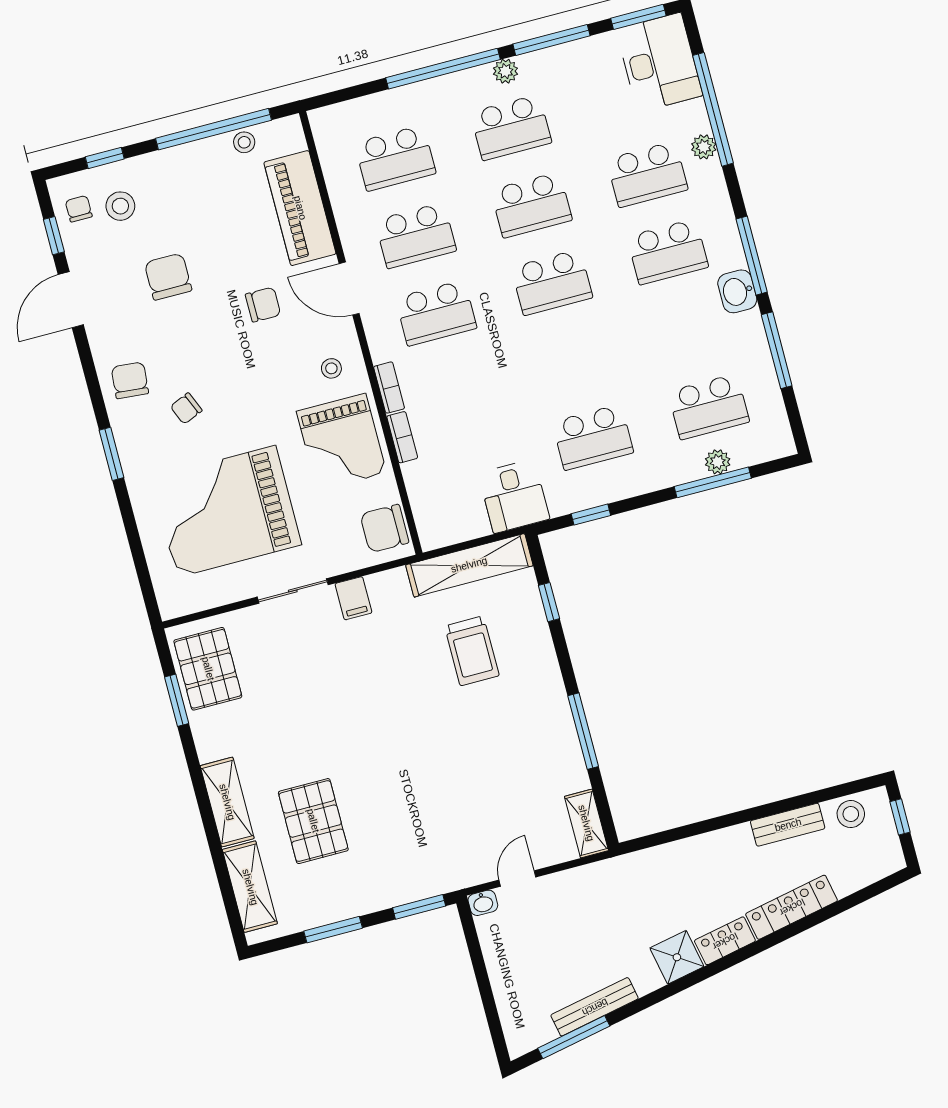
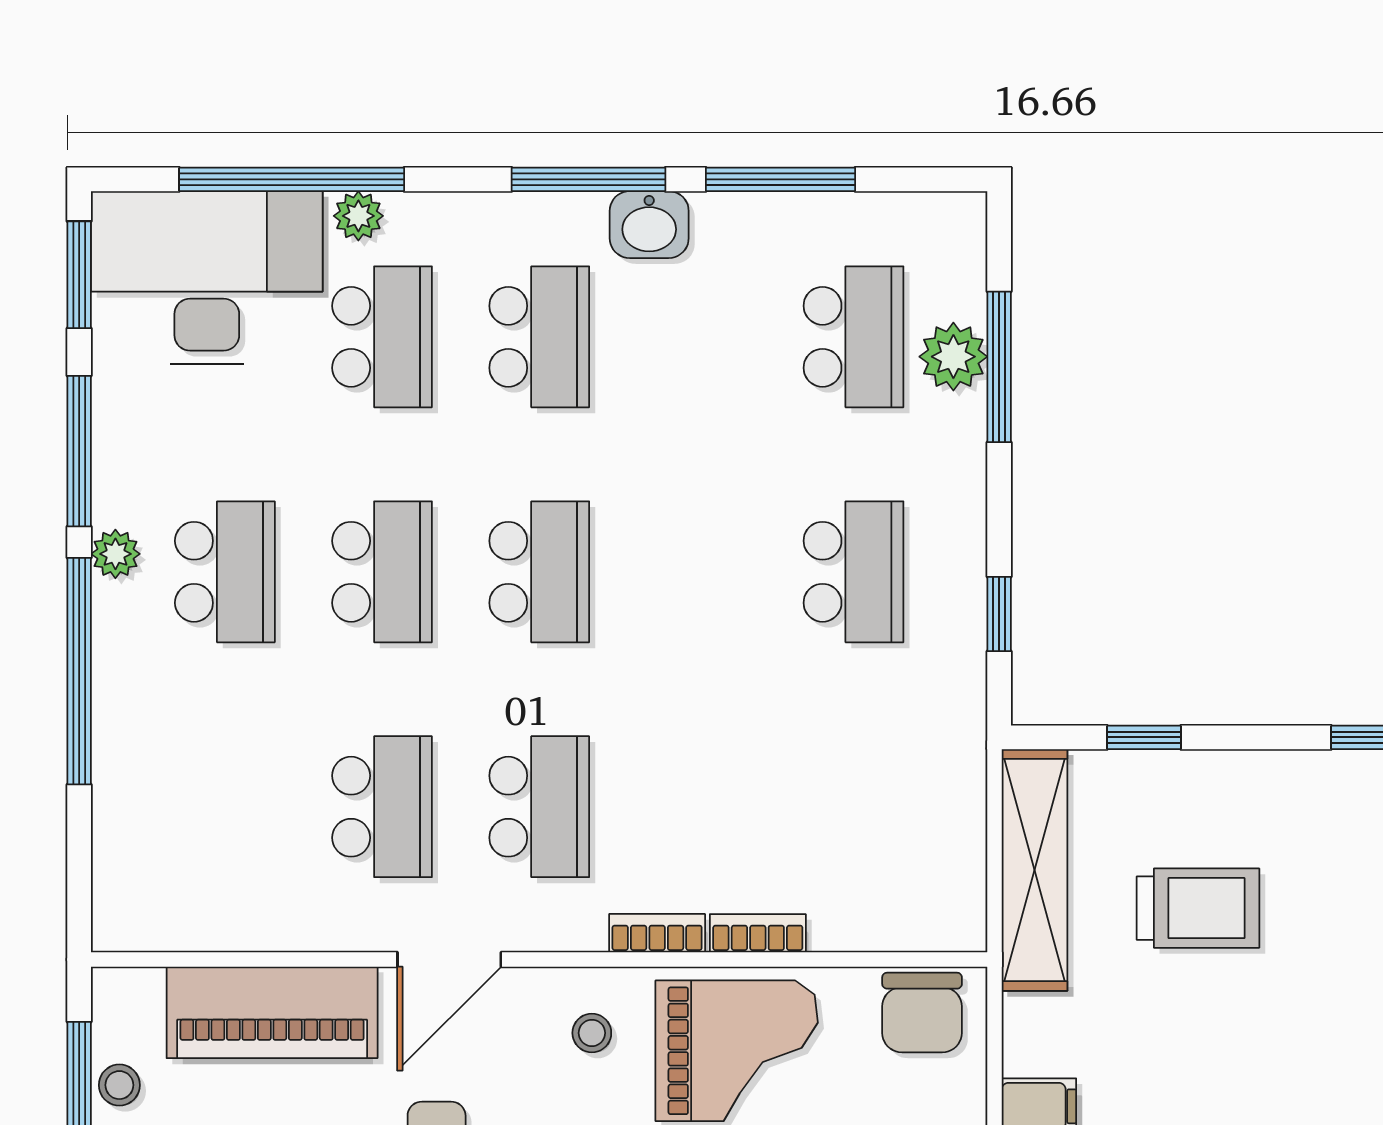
desk: (659, 62) -> (207, 278), width x1.36, depth x1.30
school desk: (395, 158) -> (225, 807), removed
plant: (718, 462) -> (953, 357), width x1.38, depth x1.38
desk: (514, 496) -> (926, 751), removed

